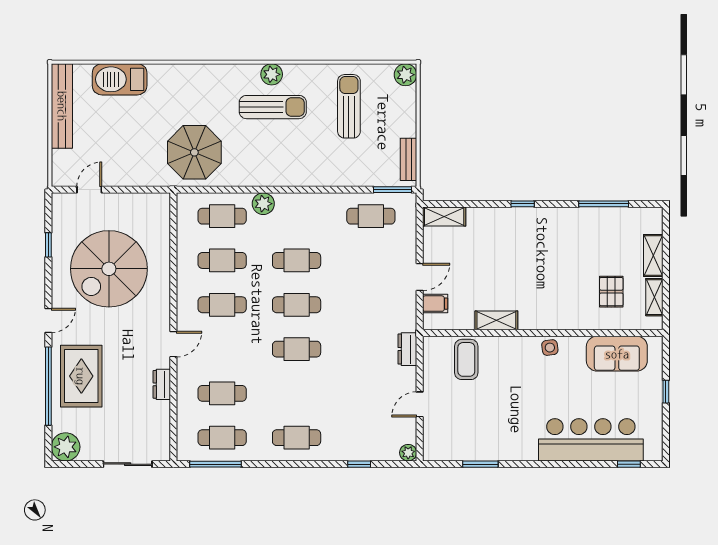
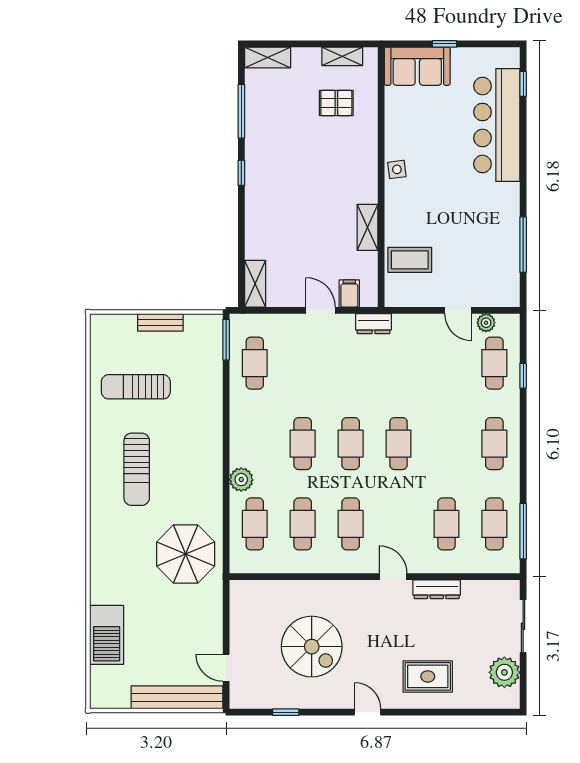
plant: (272, 74) -> (101, 470), removed
plant: (405, 75) -> (102, 326), removed
bench: (62, 106) -> (177, 697), moved
sun lounger: (273, 107) -> (137, 469), turned 180
bench: (409, 159) -> (160, 322), moved
window: (523, 204) -> (241, 173), moved
shelving: (653, 255) -> (268, 58), moved
spiral stairs: (109, 269) -> (312, 647), width x0.73, depth x0.73
dresser: (407, 349) -> (374, 324), moved
sofa: (617, 354) -> (417, 66), moved, turned 90
rug: (81, 376) -> (428, 676), width x0.73, depth x0.70
dresser: (162, 384) -> (437, 589), width x1.44
window: (48, 386) -> (439, 712), removed
cafe table: (371, 438) -> (494, 363), added
plant: (66, 447) -> (504, 672), moved
plant: (408, 453) -> (486, 323), moved
window: (480, 464) -> (523, 245), width x1.44

